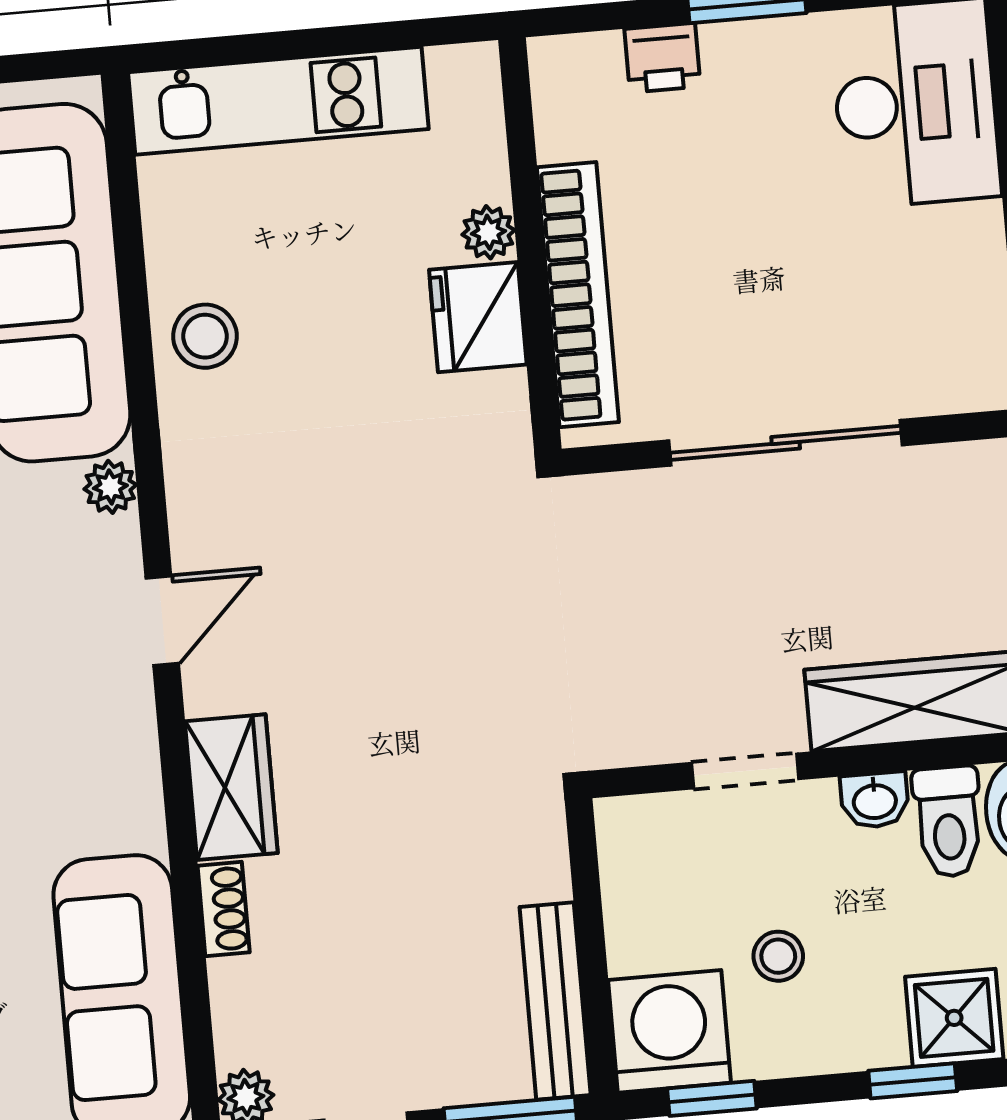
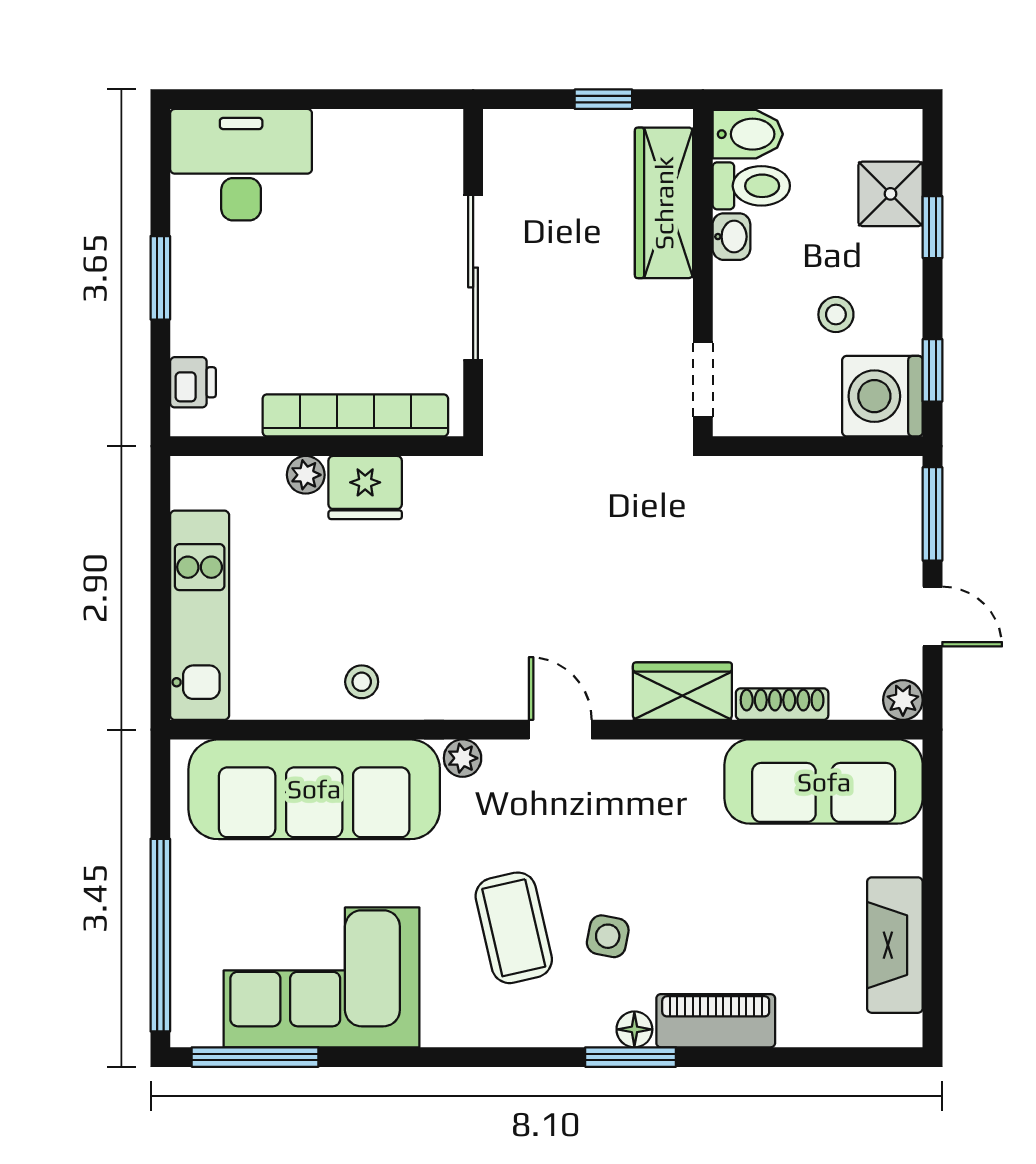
printer: (663, 58) -> (193, 382), moved
stool: (205, 336) -> (362, 682), width x0.73, depth x0.73
doorway: (745, 771) -> (703, 380), moved
shoe rack: (224, 909) -> (782, 704), width x1.43
bench: (555, 1001) -> (854, 475), removed

